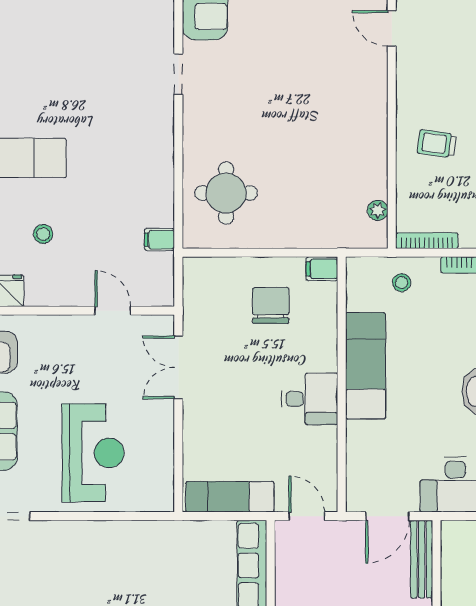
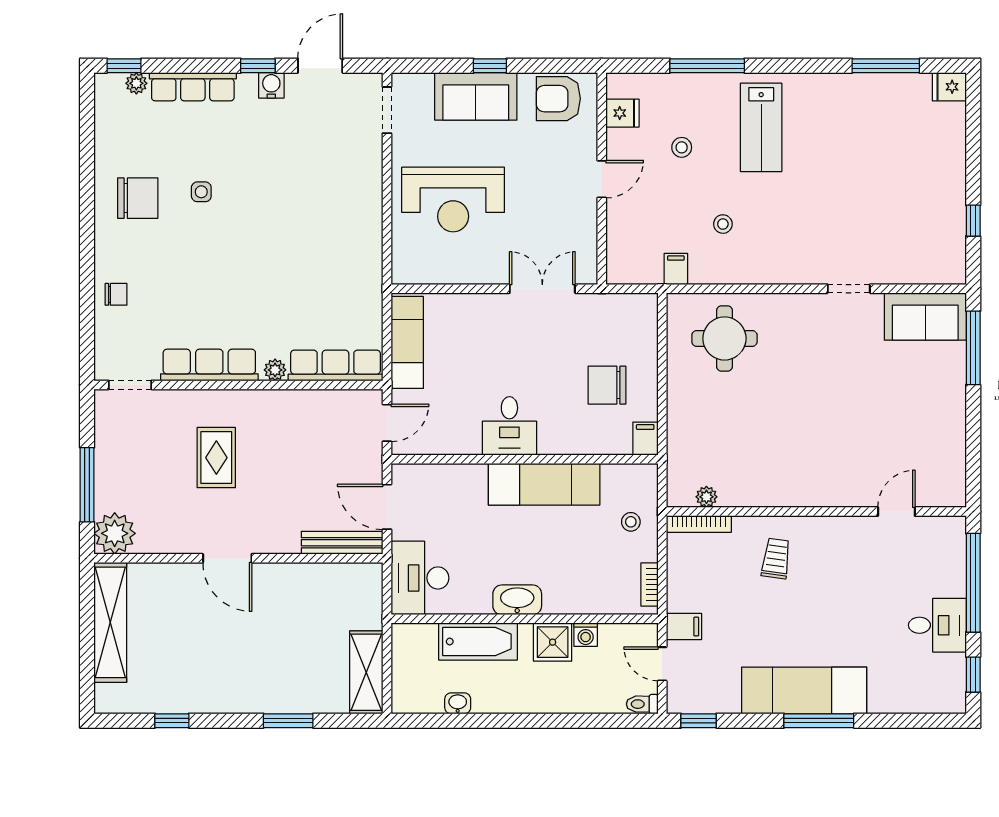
stool: (117, 195) -> (723, 224), added
bookcase: (427, 241) -> (699, 524), moved, turned 90
chair: (271, 305) -> (607, 385), turned 180
door: (113, 311) -> (602, 179), moved

